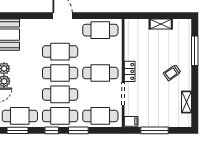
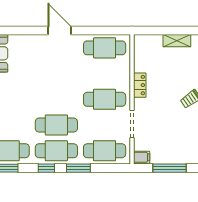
cafe table: (60, 52) -> (56, 74), removed
locker: (130, 71) -> (140, 85), moved
cafe table: (60, 73) -> (56, 99), removed

